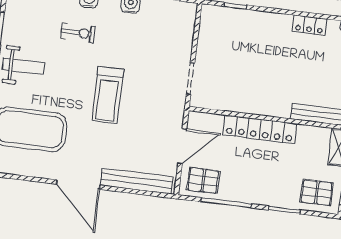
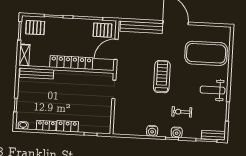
locker: (273, 21) -> (67, 126), added

